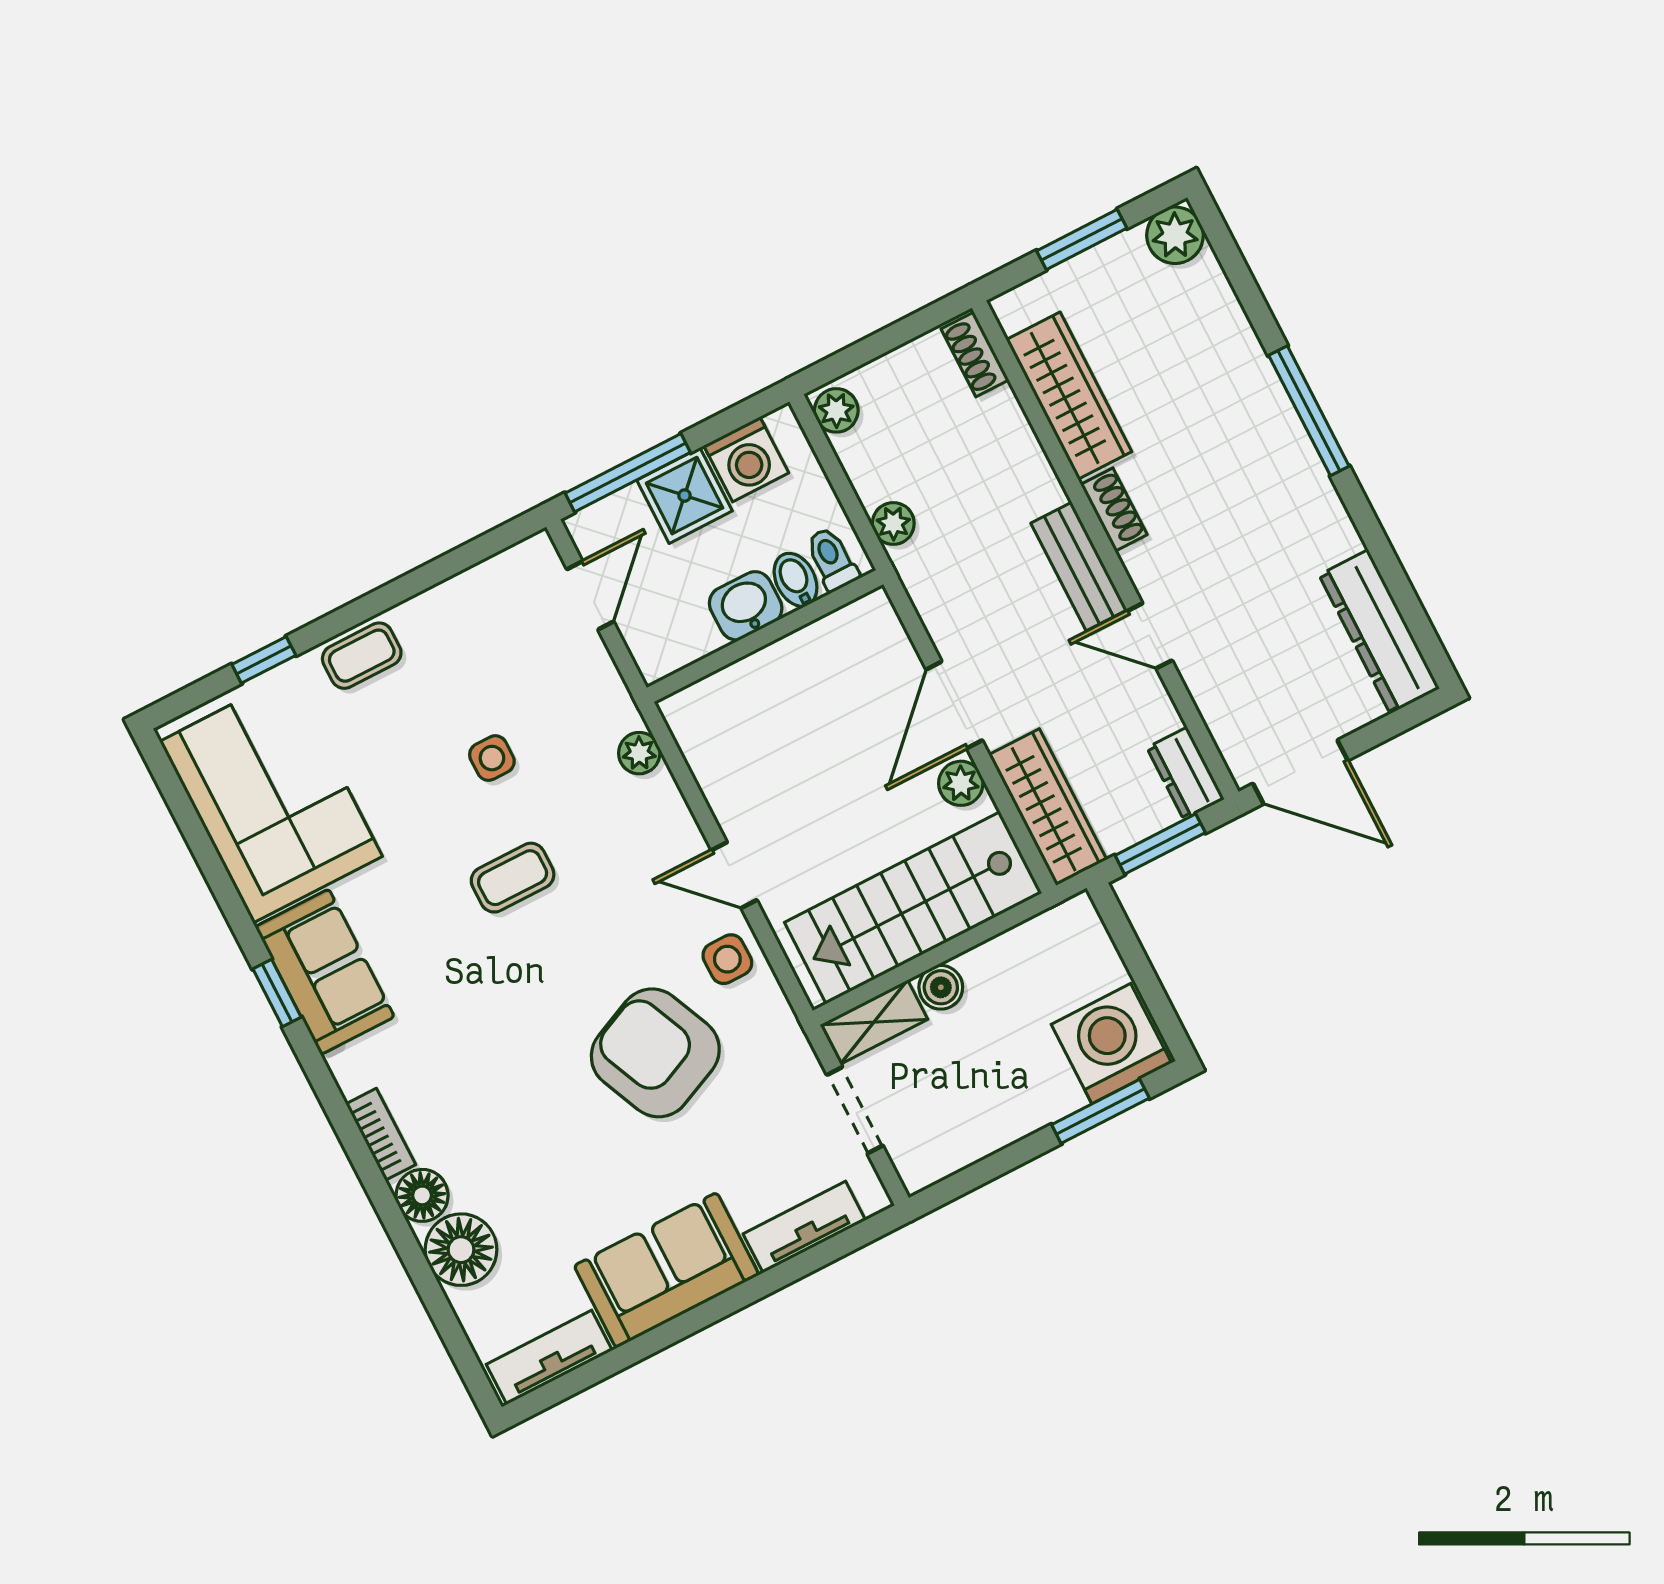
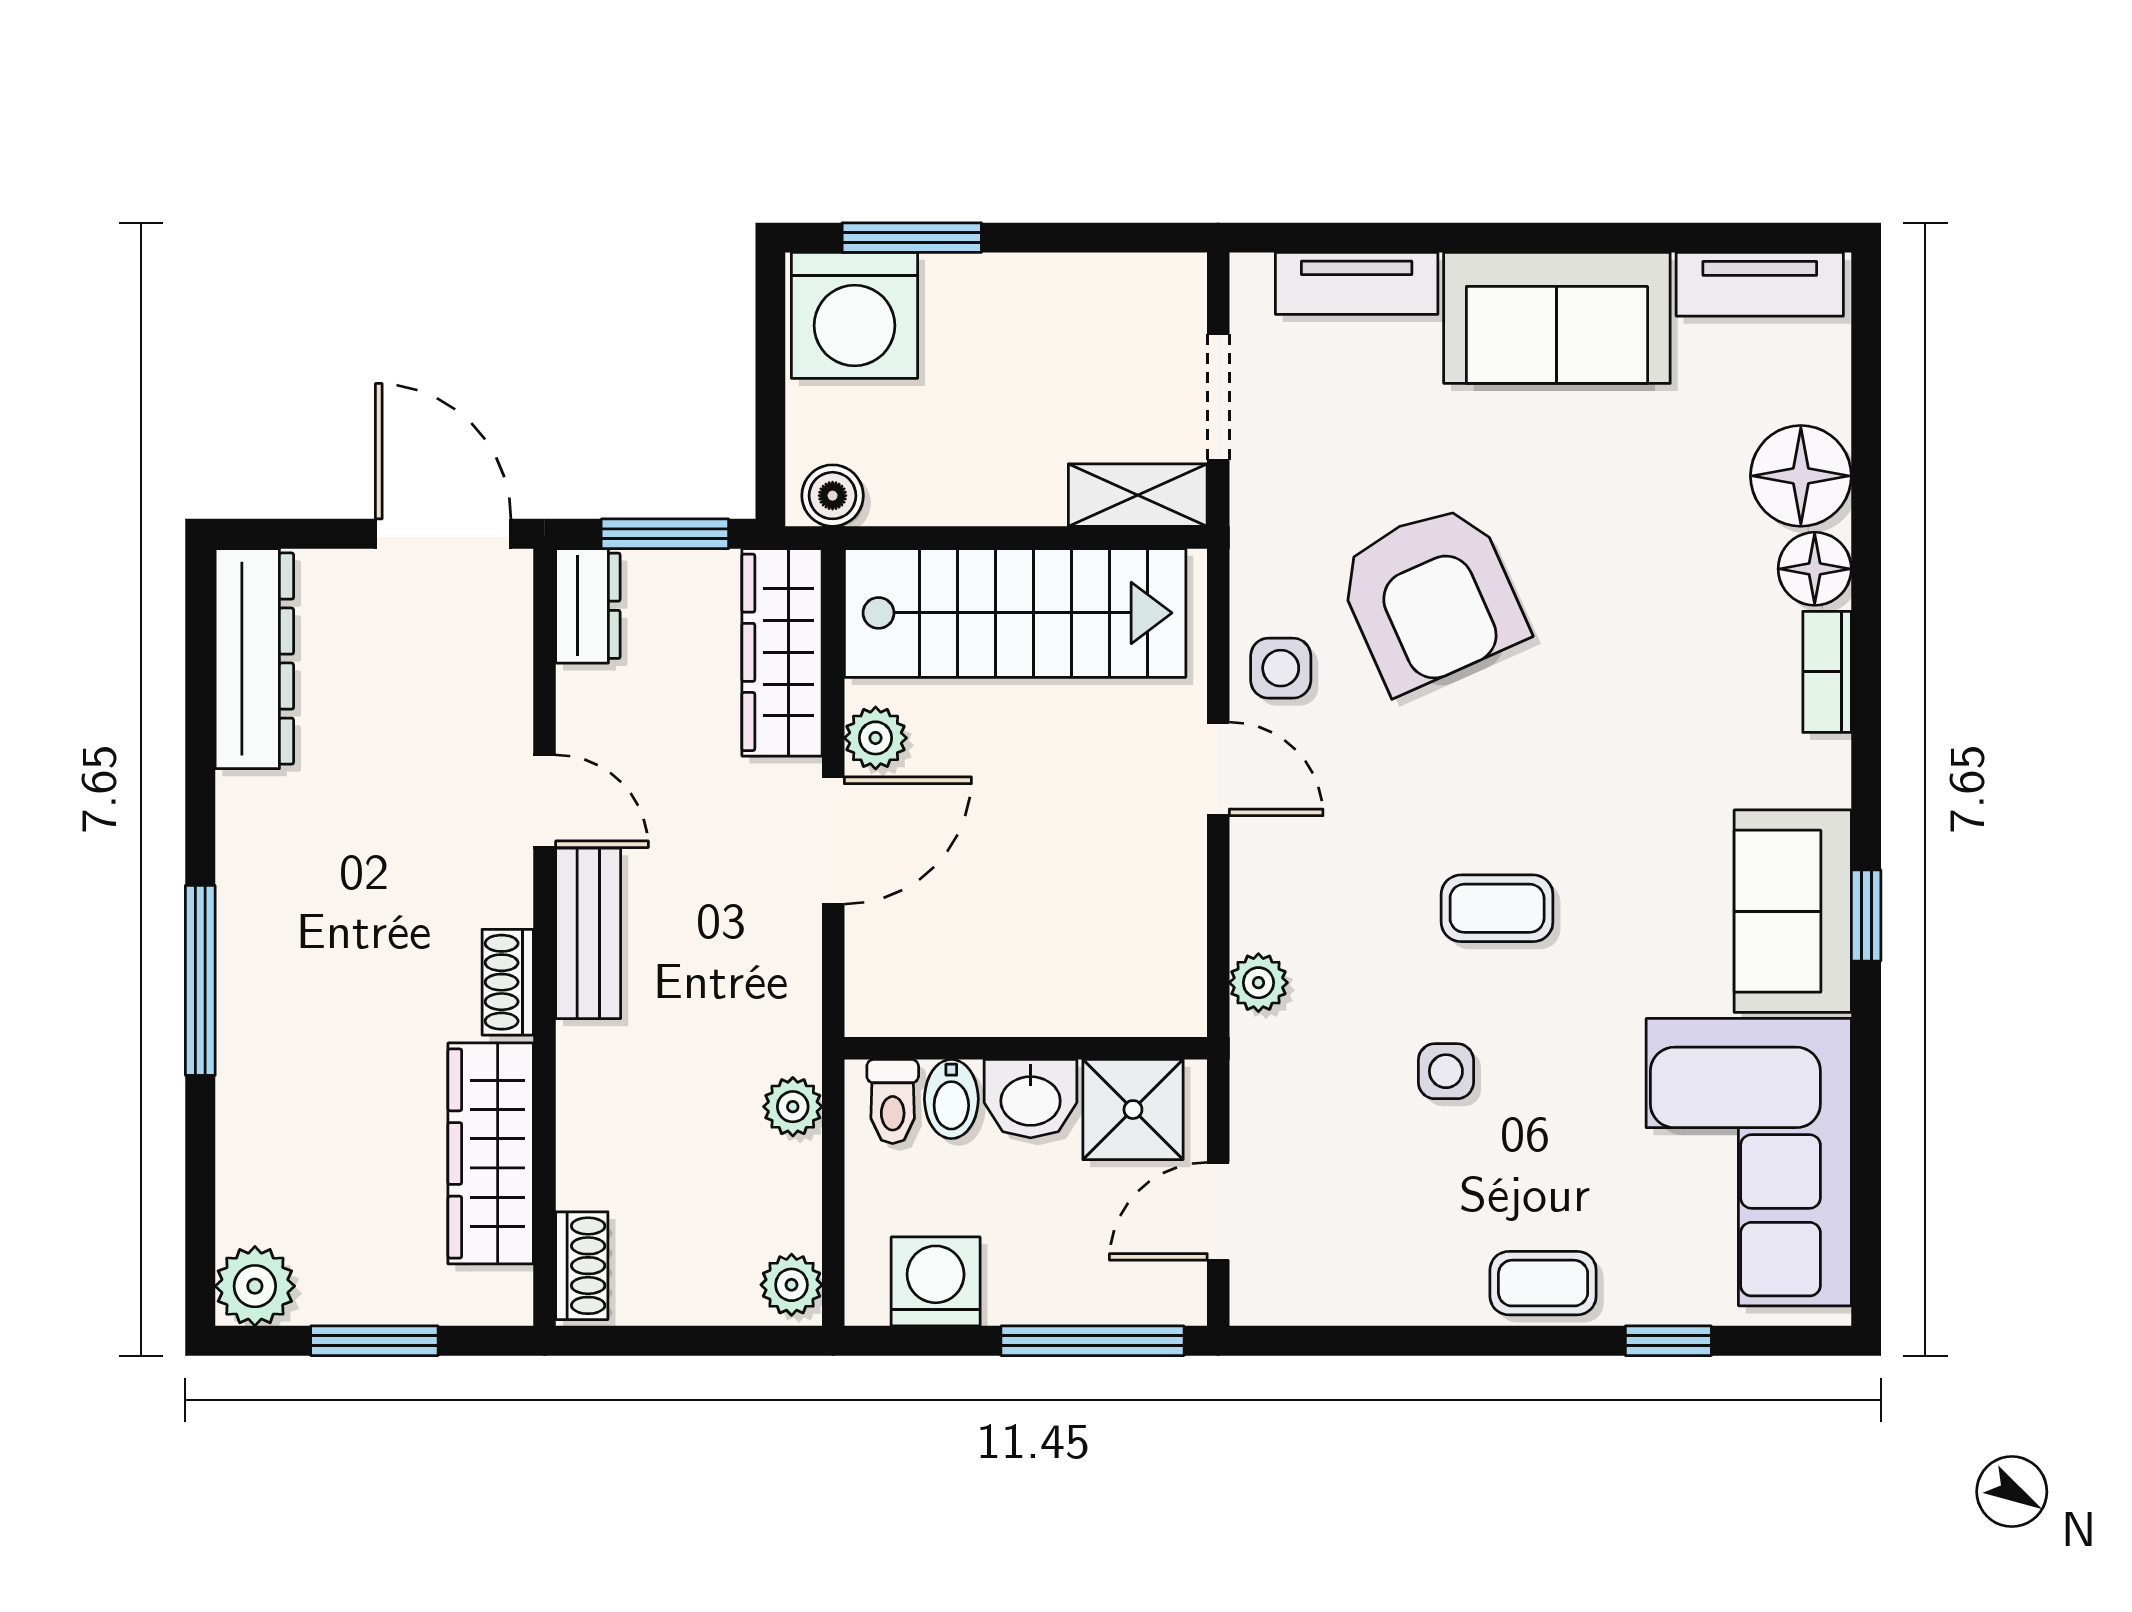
shower: (685, 496) -> (1133, 1110), moved
boiler: (941, 987) -> (833, 496), moved

